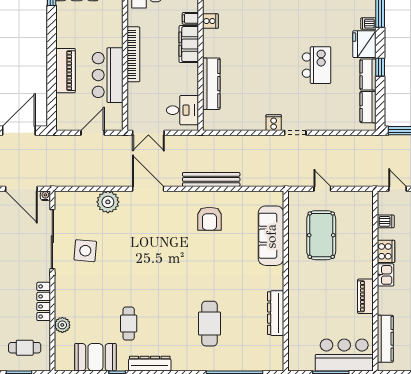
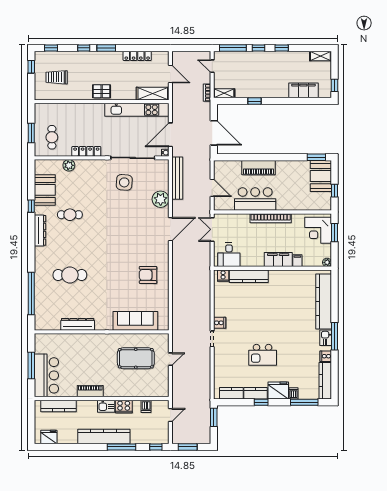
cooker: (210, 21) -> (223, 276), moved
bench: (211, 179) -> (177, 178), moved

